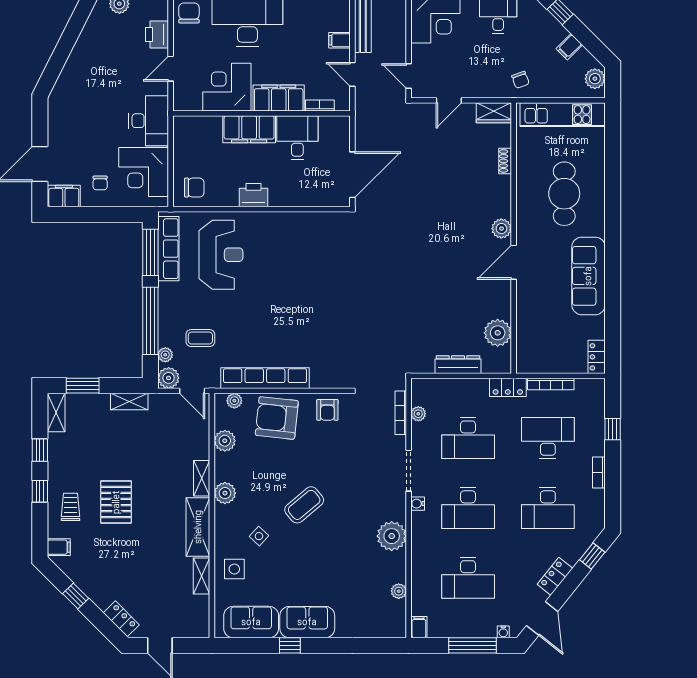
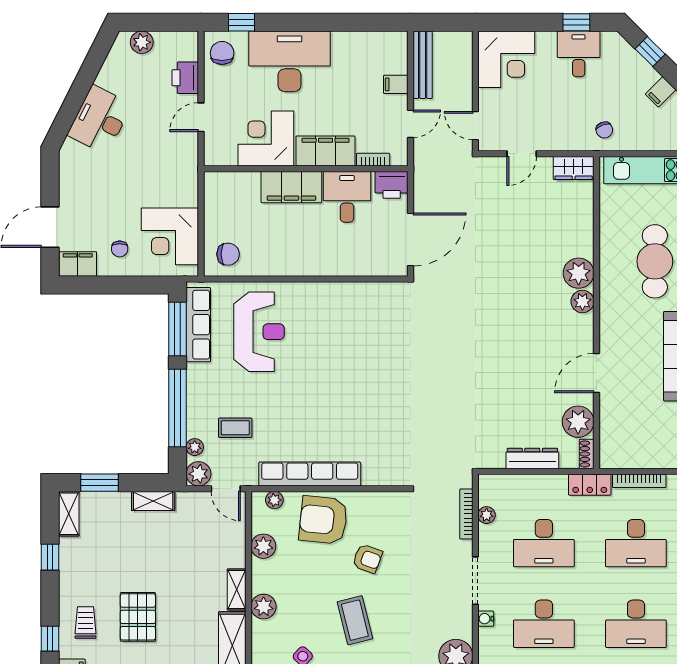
door: (352, 74) -> (411, 124), swing flipped
desk: (149, 121) -> (100, 120), moved, turned -153
shoe rack: (505, 161) -> (587, 454), moved
printer: (253, 195) -> (392, 185), moved, turned 180
plant: (498, 204) -> (579, 273), added
door: (514, 262) -> (596, 373), moved
armchair: (327, 410) -> (367, 559), moved, turned -70
desk: (548, 438) -> (636, 543), turned 180
window: (40, 491) -> (50, 639), moved
coffee table: (304, 505) -> (355, 620), turned -64

